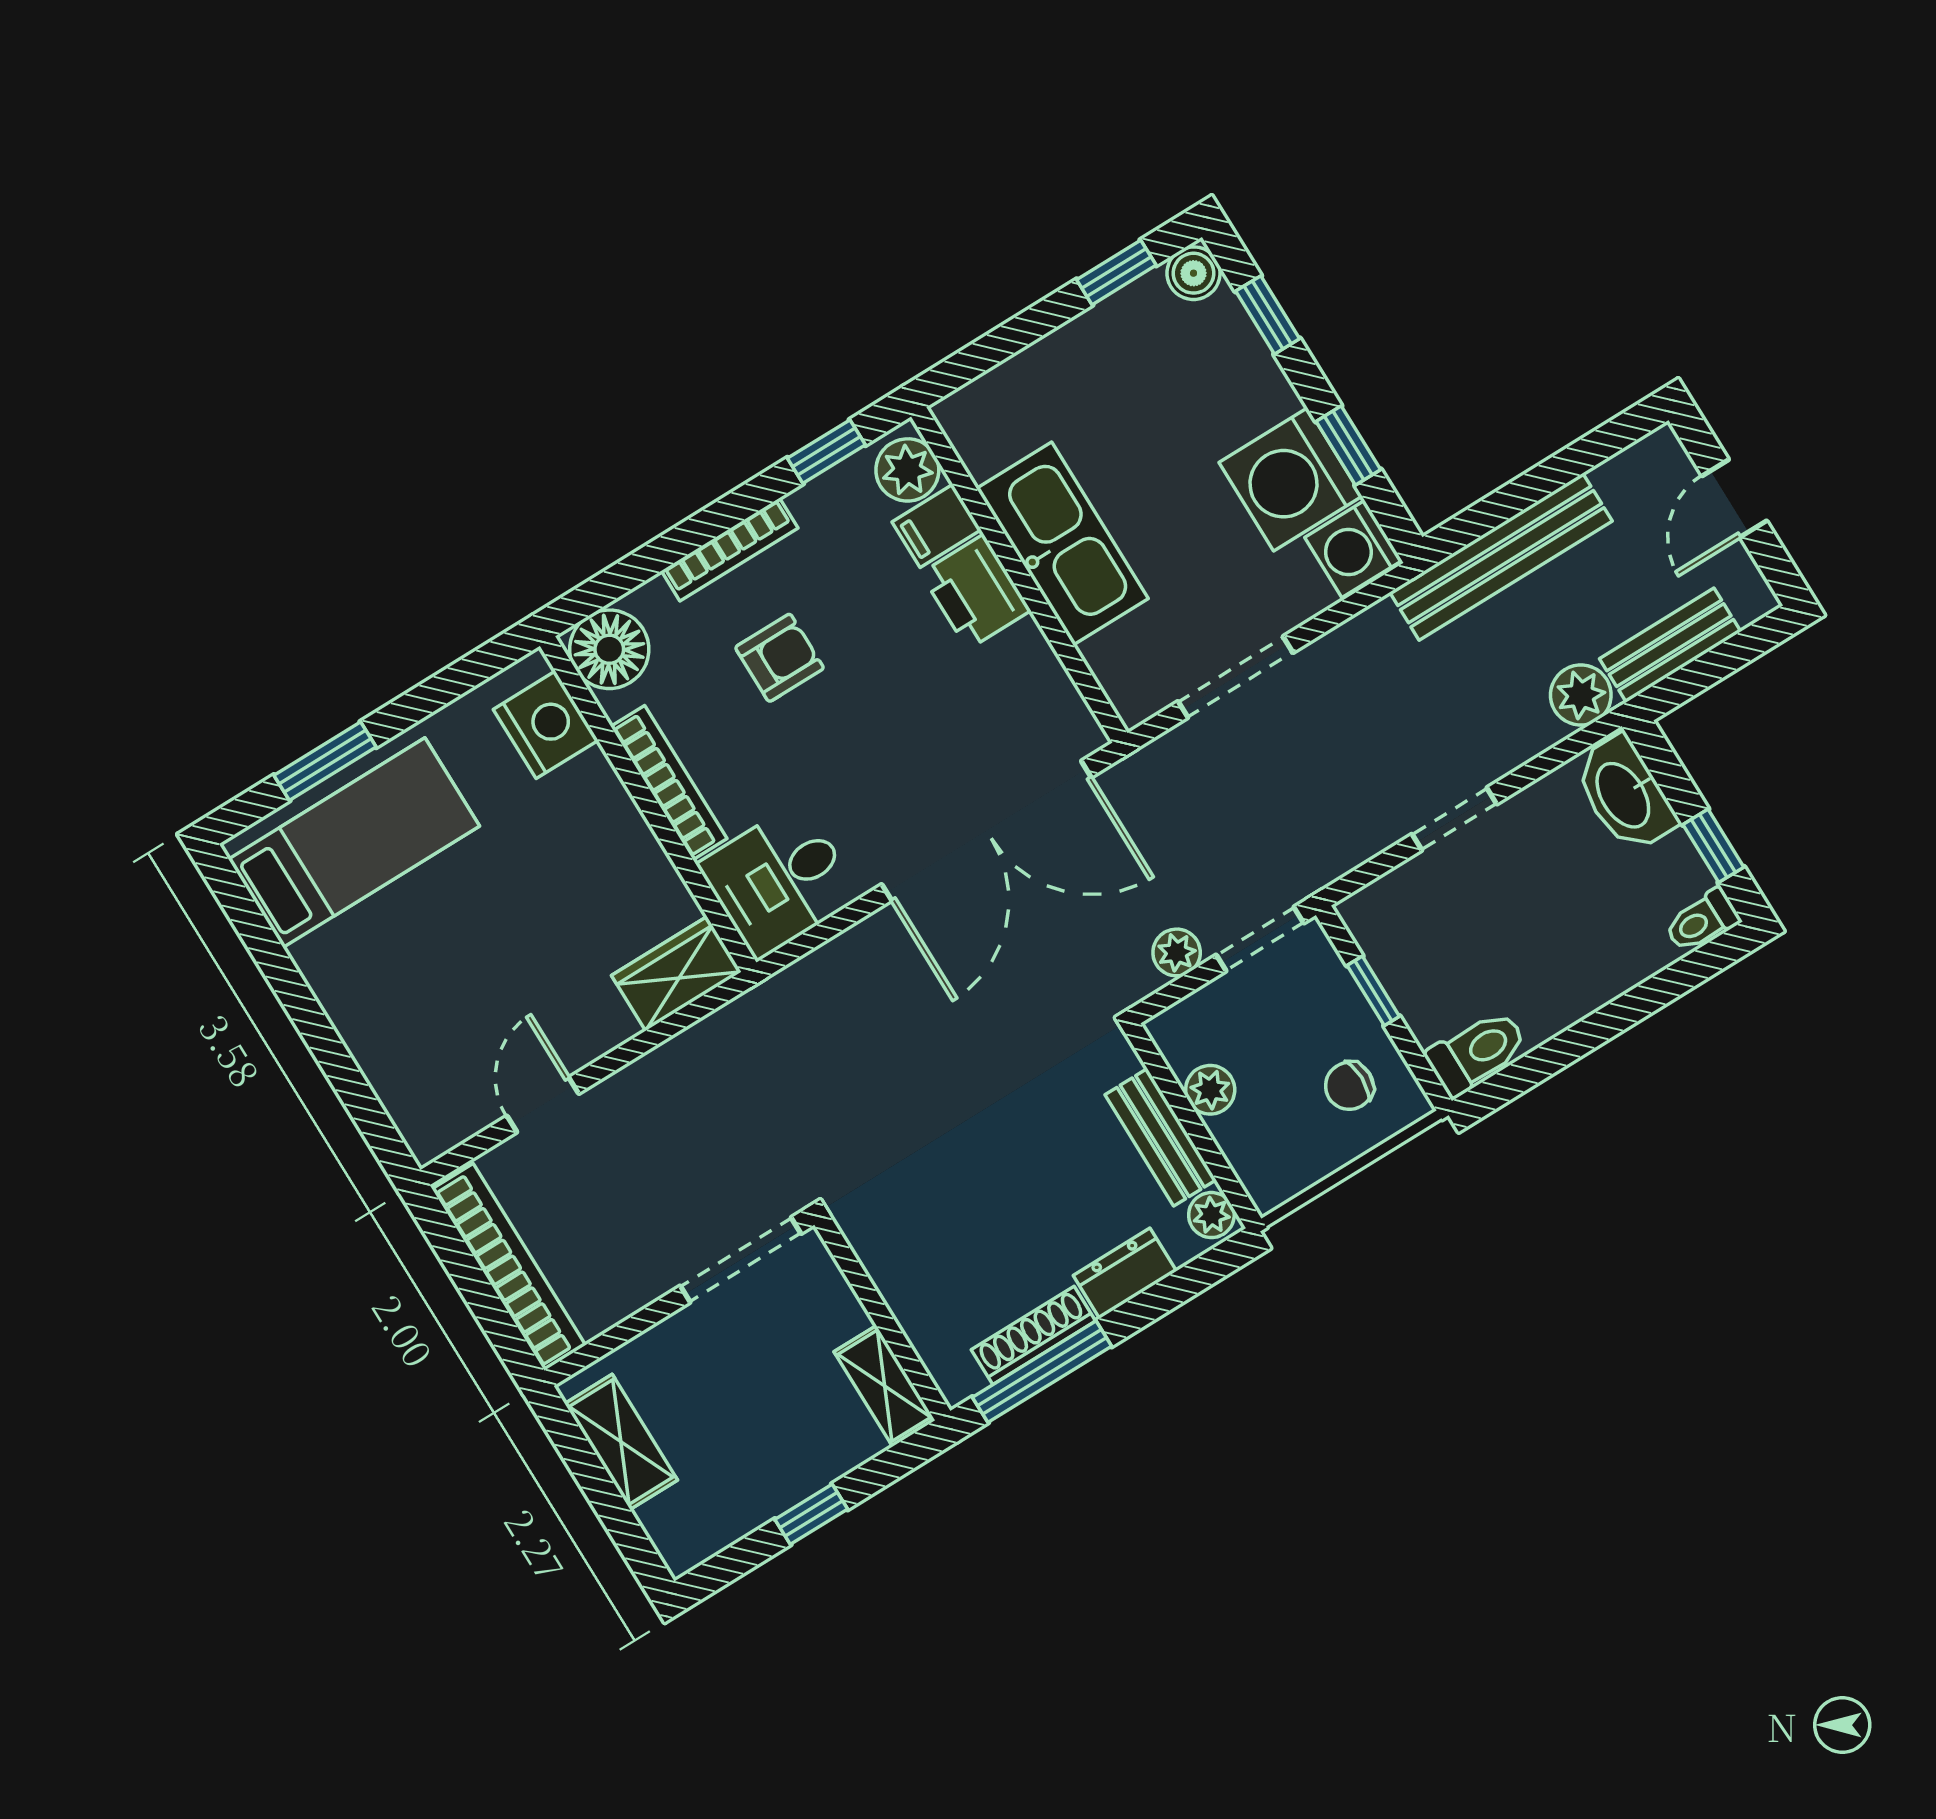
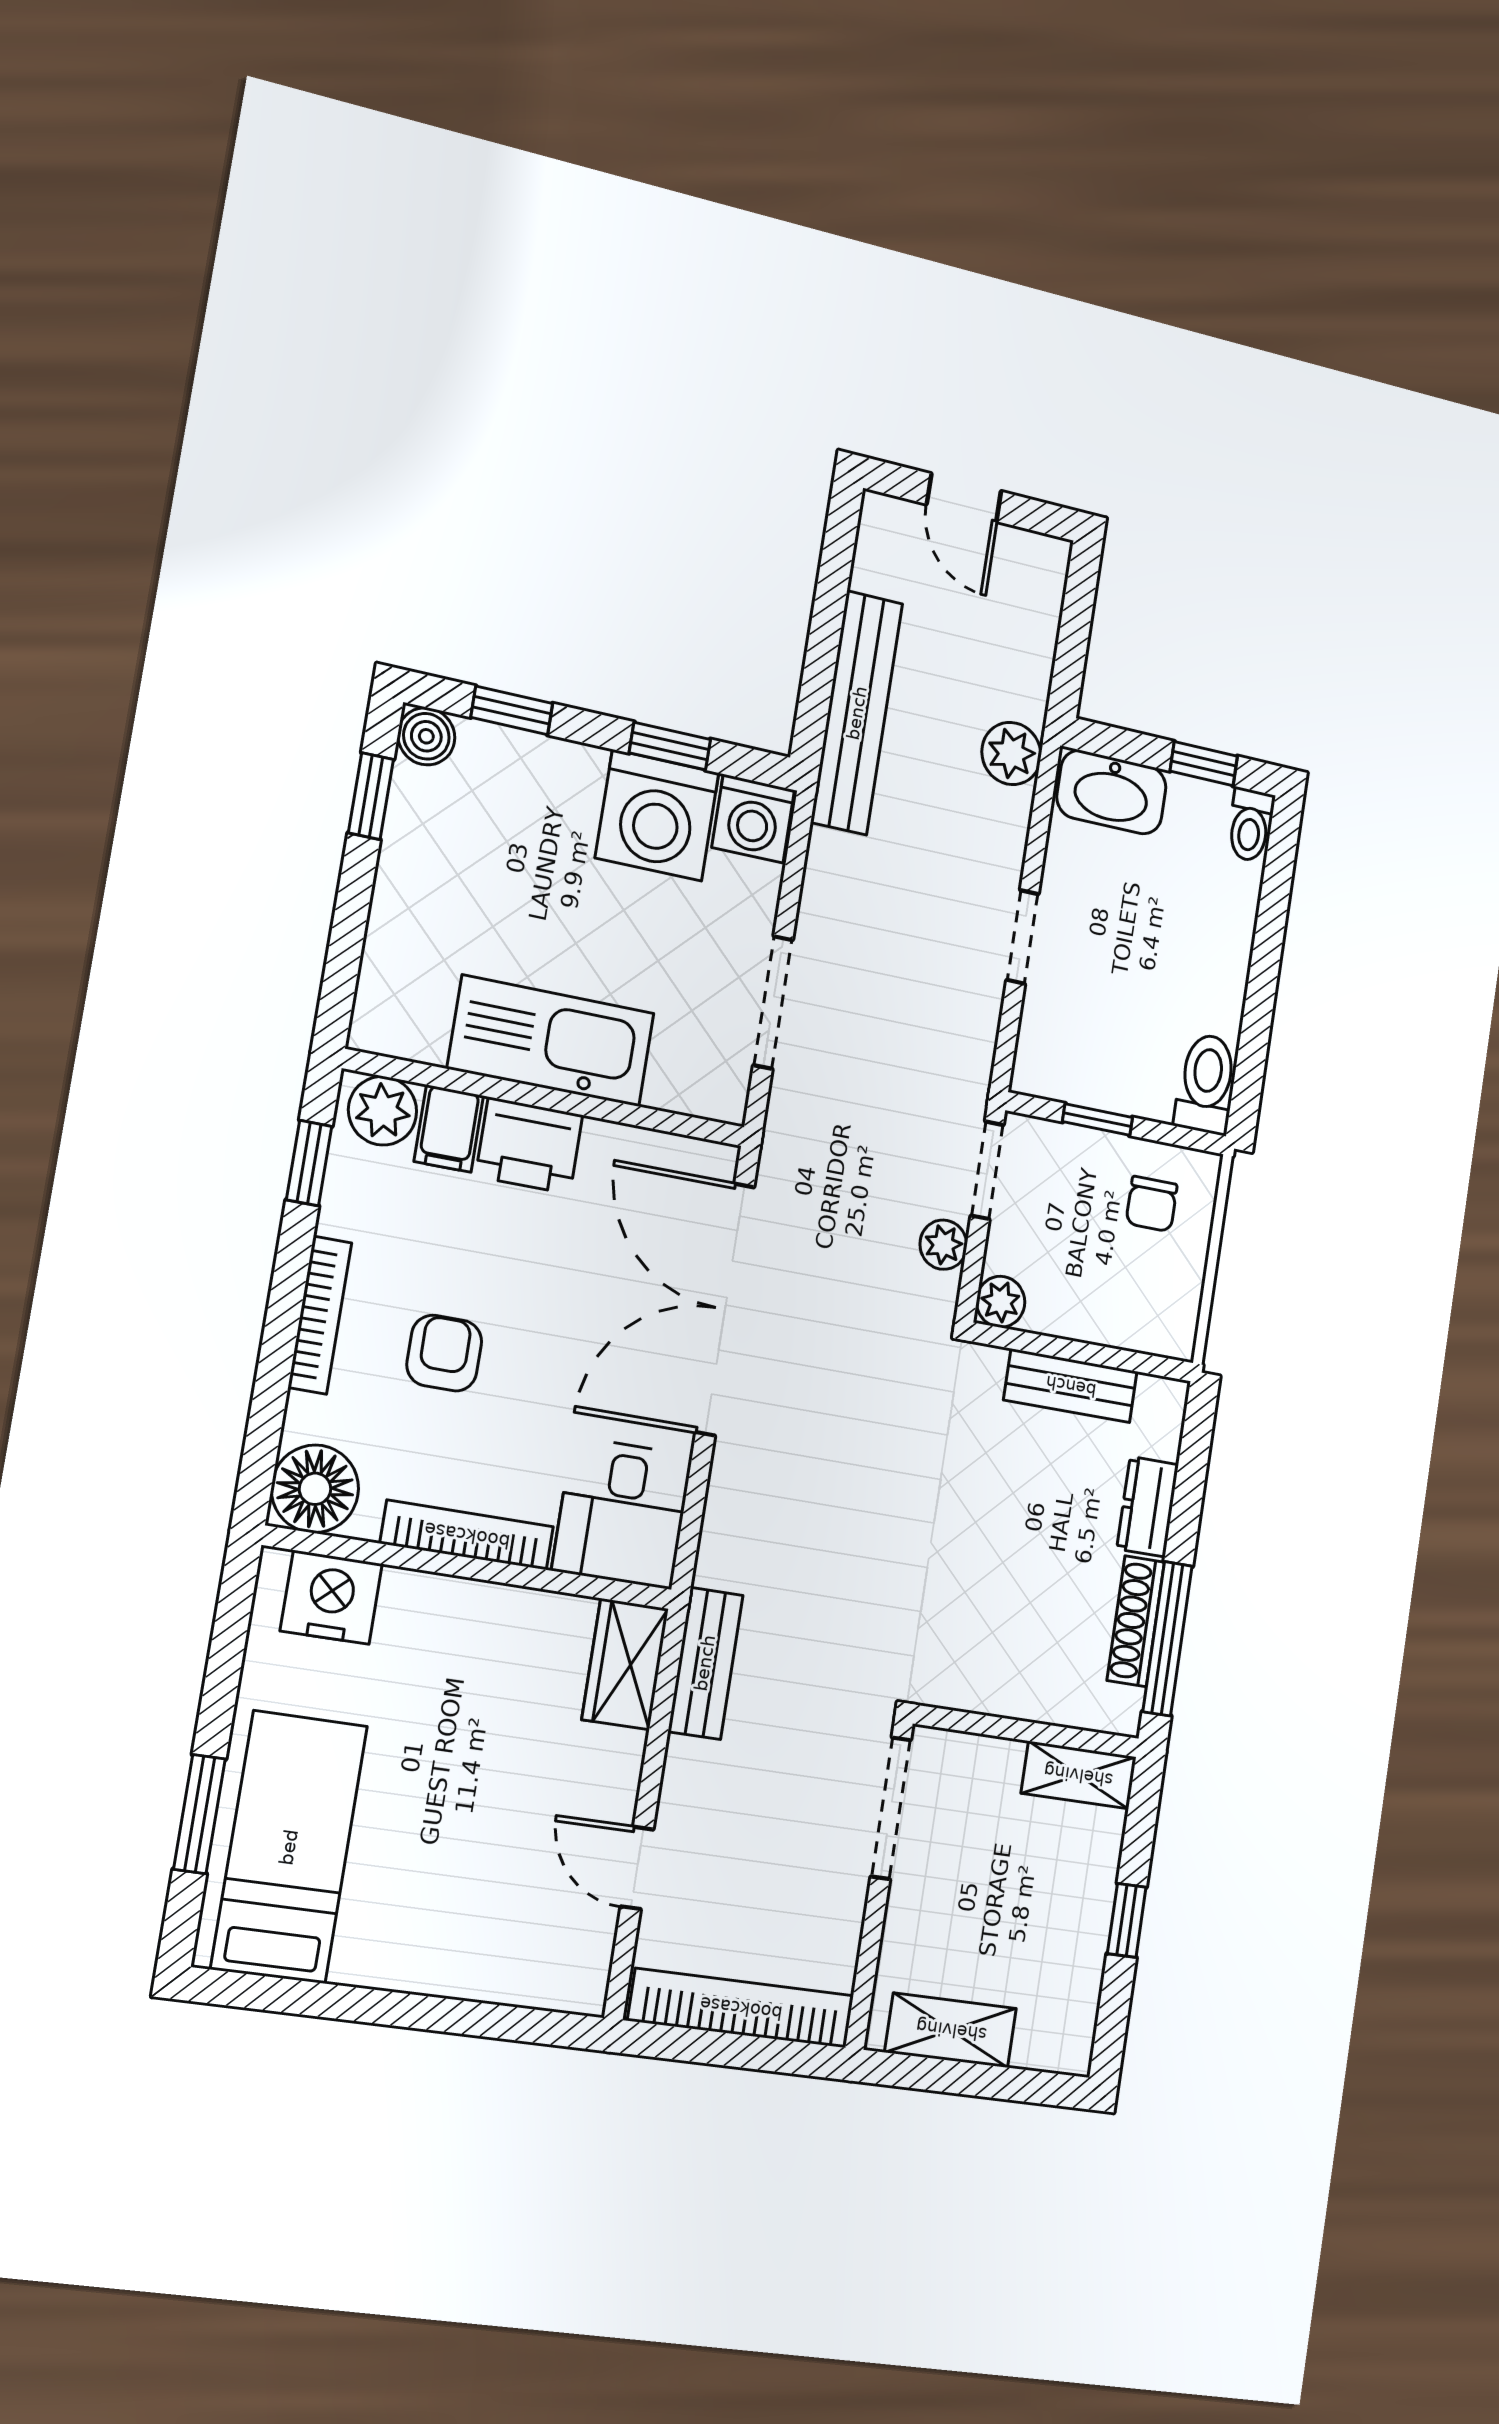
bench: (1670, 645) -> (705, 1663), moved
double door: (986, 831) -> (725, 1309), swing flipped
plant: (1210, 1090) -> (1001, 1302), moved
plant: (1211, 1215) -> (1159, 1399), removed

